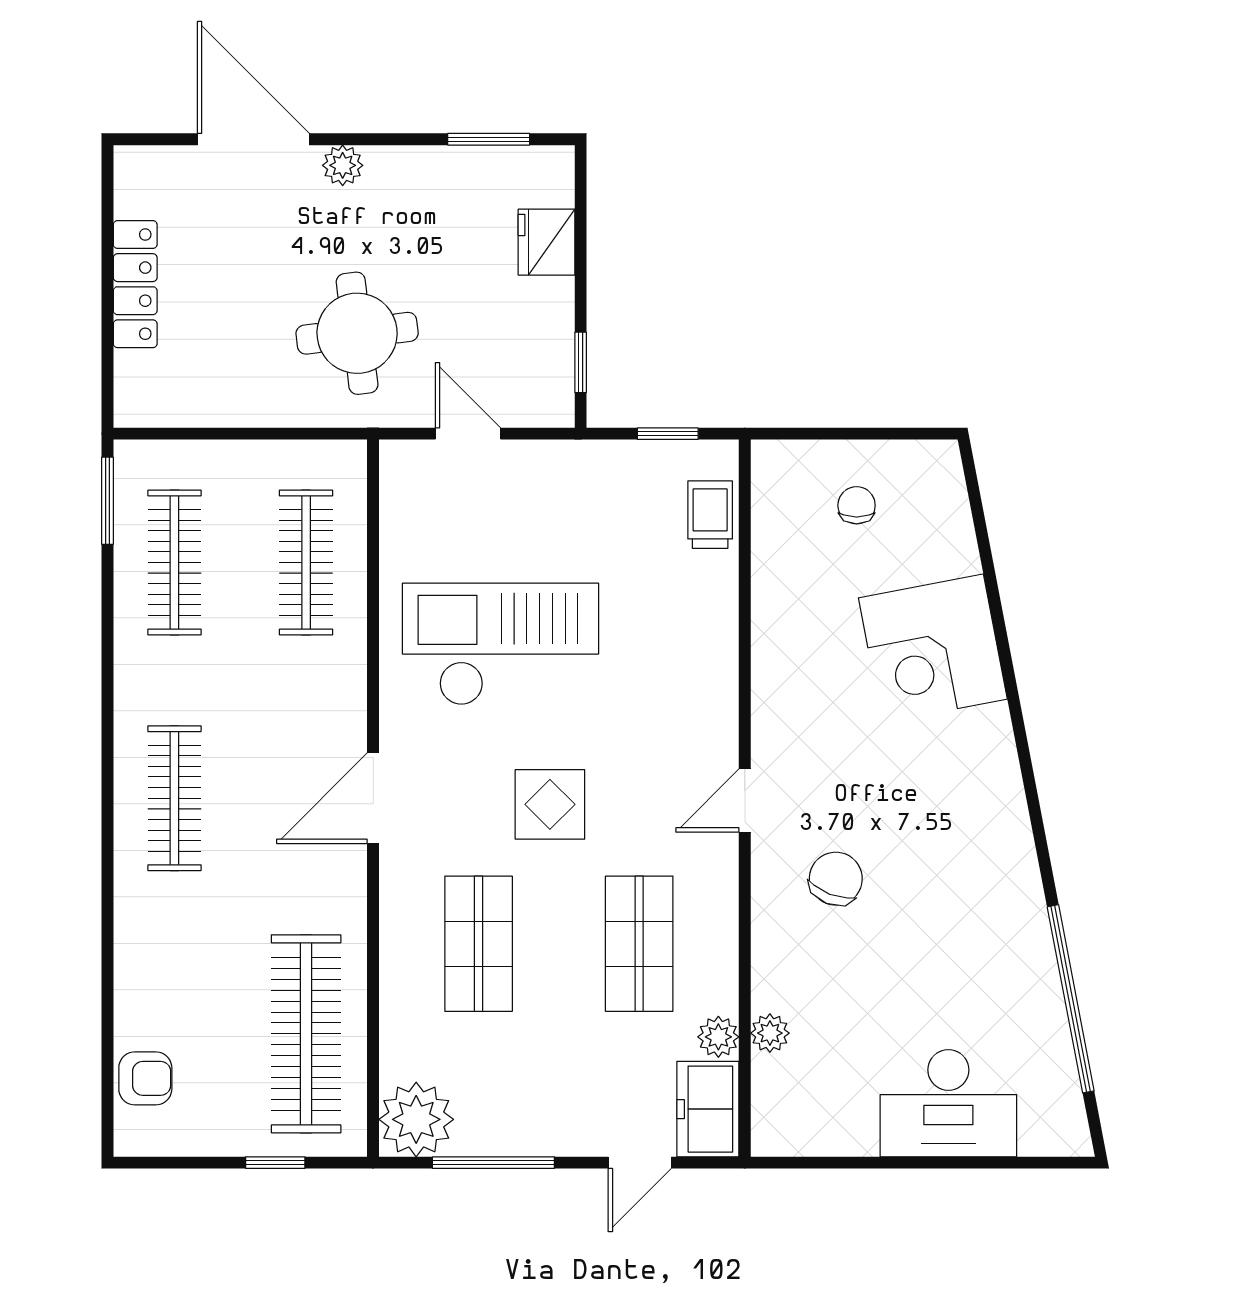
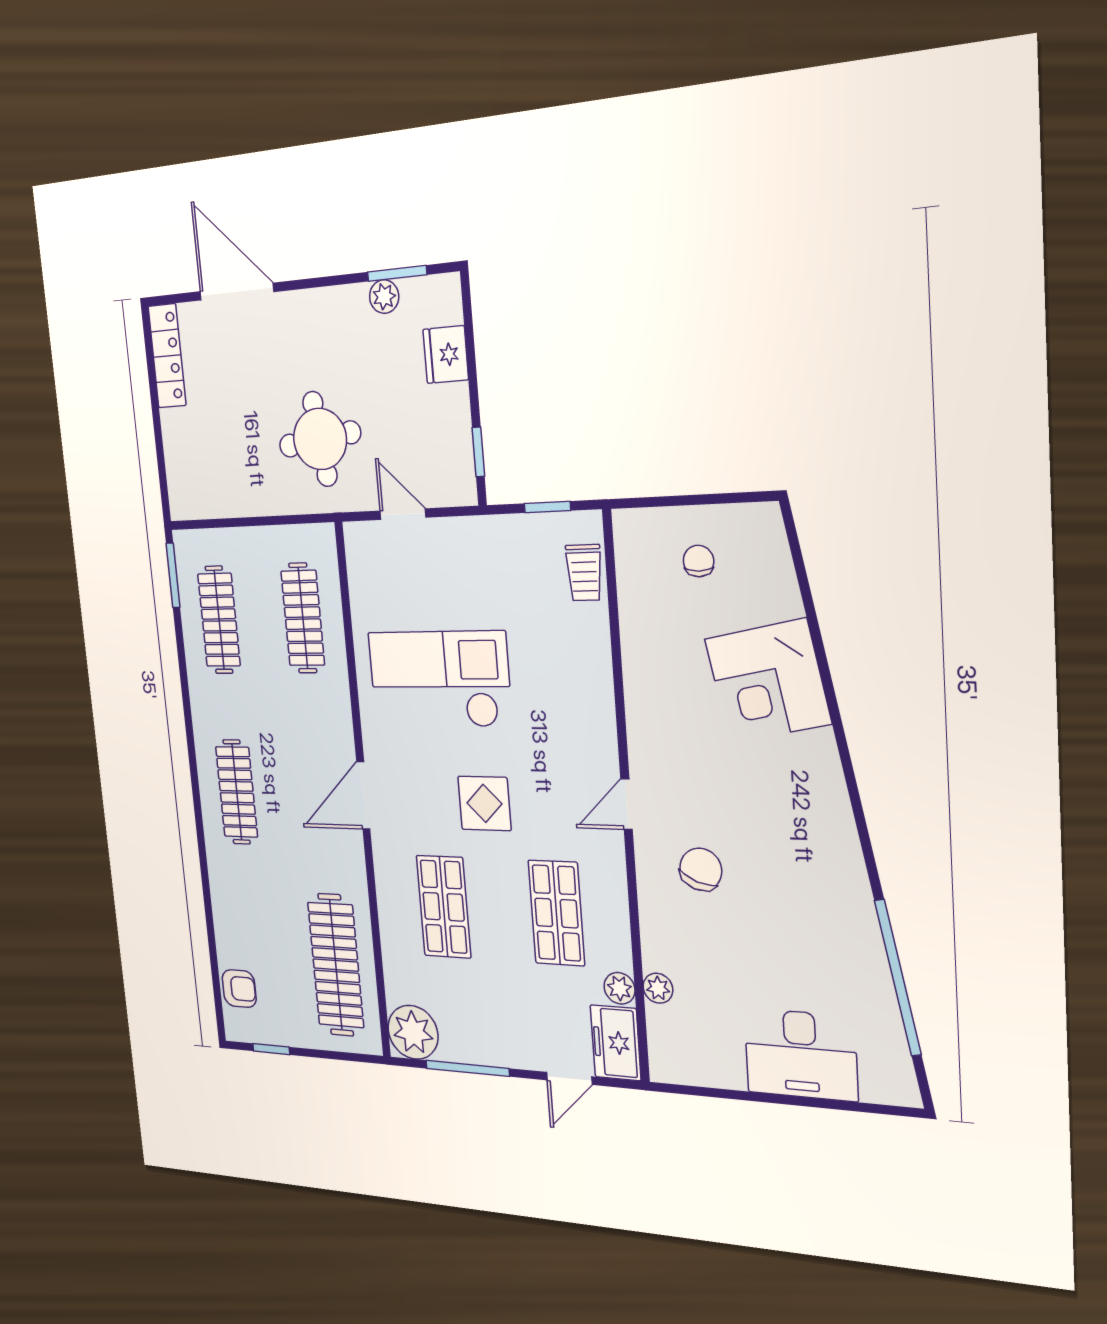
plant: (343, 165) -> (384, 297), moved
locker: (135, 284) -> (167, 356), moved
trolley: (710, 515) -> (584, 573), turned 180
window: (275, 1163) -> (271, 1049), moved

